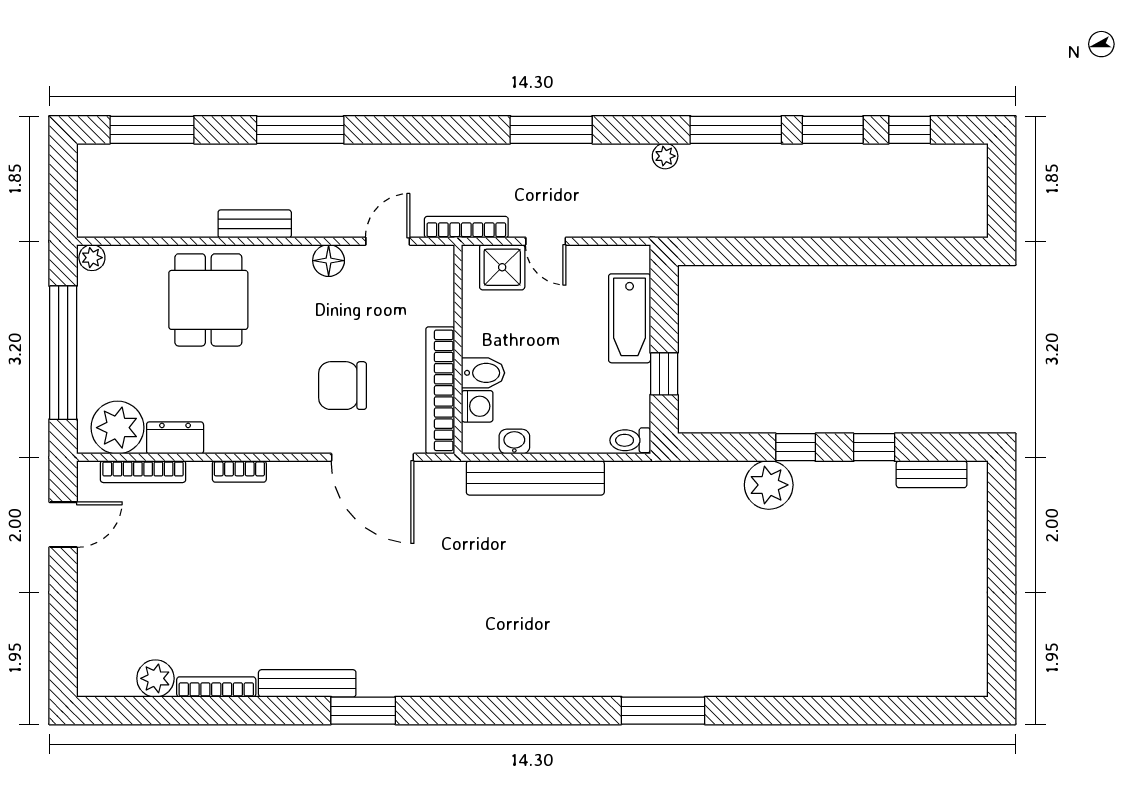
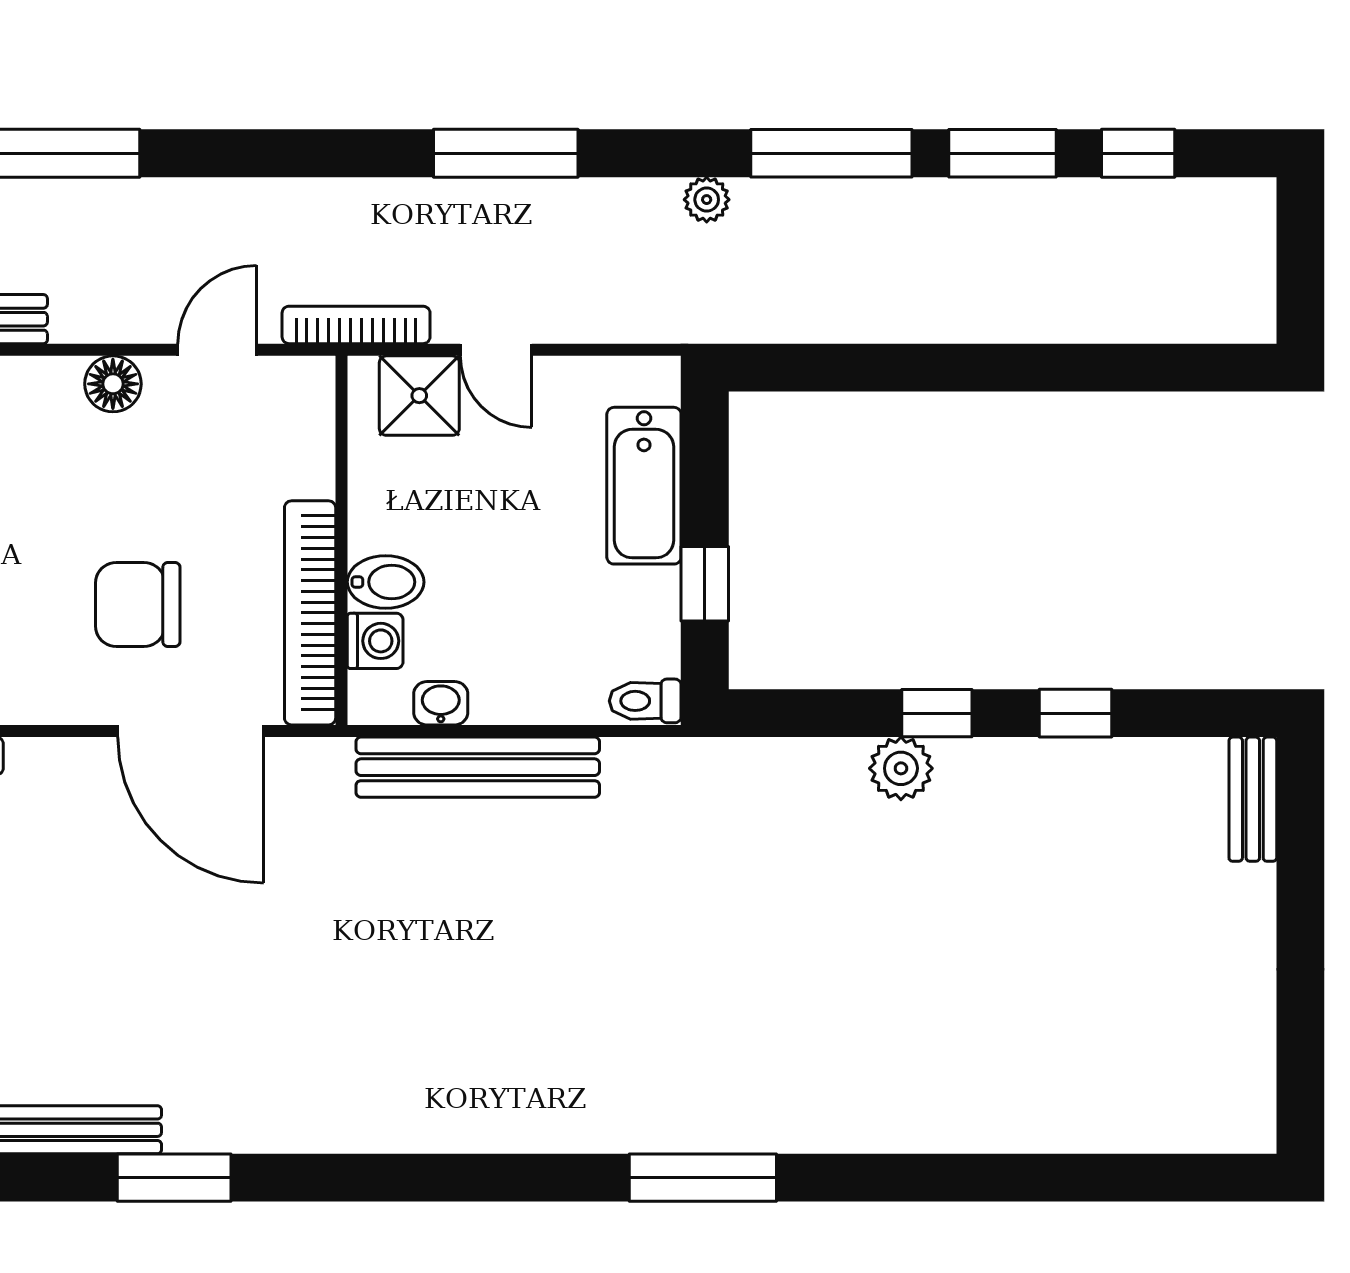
bench: (932, 474) -> (1253, 799), moved, turned 90
plant: (769, 485) -> (901, 768), width x0.73, depth x0.73

